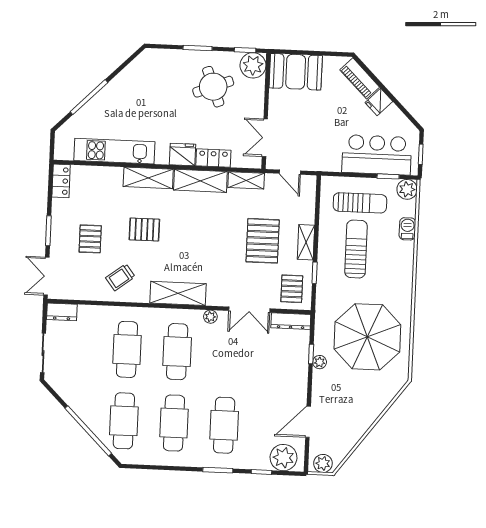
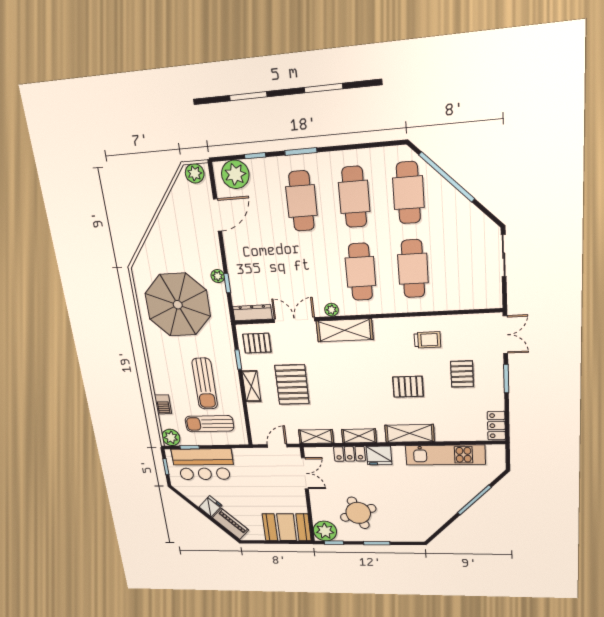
door: (290, 172) -> (277, 446), hinge flipped
shelving: (200, 181) -> (359, 436), width x0.67, depth x0.75
trolley: (120, 277) -> (427, 340), turned 37
pallet: (292, 289) -> (257, 343), turned 90
shelving: (178, 293) -> (345, 330), moved
dresser: (62, 312) -> (486, 300), removed

